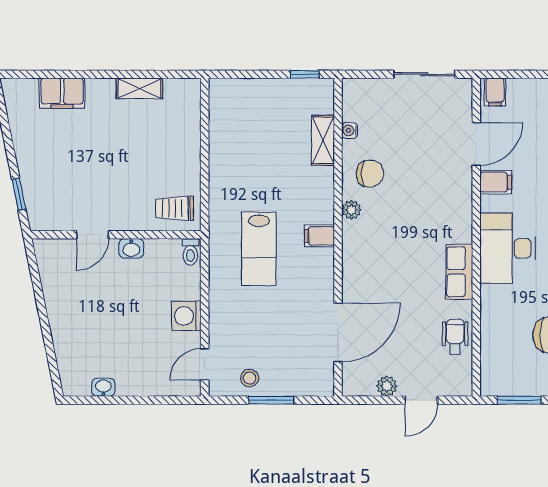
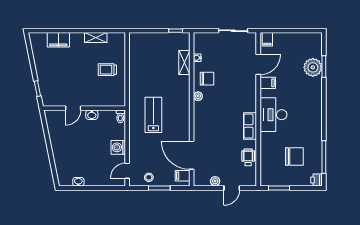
trolley: (175, 208) -> (107, 70), moved
filing cabinet: (319, 236) -> (183, 176), moved
lab bench: (259, 249) -> (153, 115), turned 180
door: (338, 332) -> (192, 155), swing flipped

